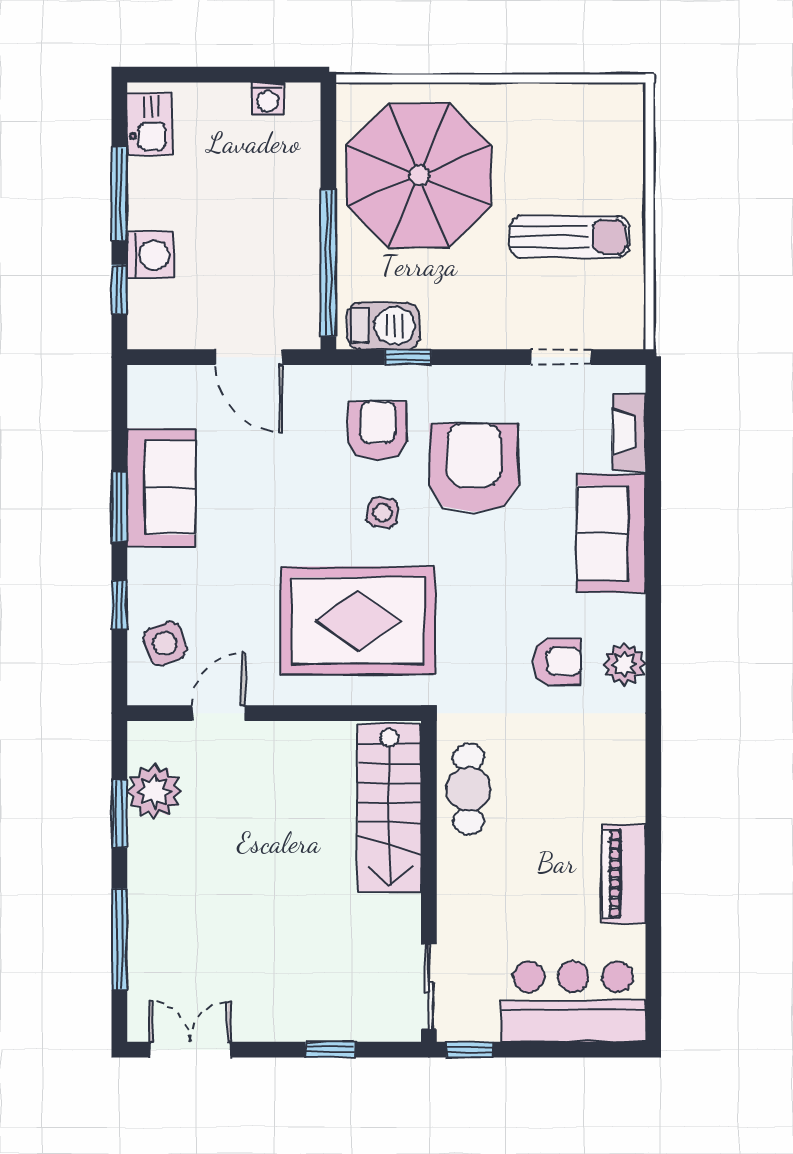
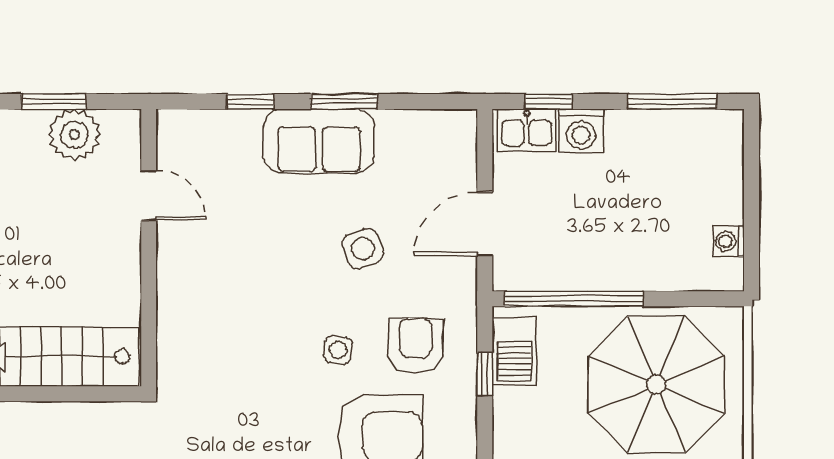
kitchen sink: (150, 124) -> (527, 130), moved
window: (119, 194) -> (672, 101), moved
armchair: (378, 430) -> (416, 345), turned -90
sofa: (161, 488) -> (319, 141), moved
rug: (358, 621) -> (236, 327), removed
side table: (165, 643) -> (363, 249), moved
cafe table: (469, 789) -> (77, 431), removed

